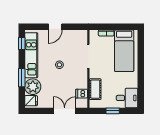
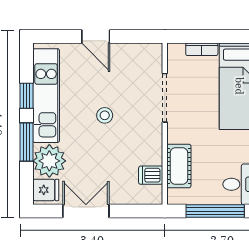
door: (55, 27) -> (96, 37), hinge flipped
window: (22, 43) -> (26, 96), moved
double door: (65, 111) -> (86, 211), moved
window: (113, 111) -> (215, 211), width x2.17

